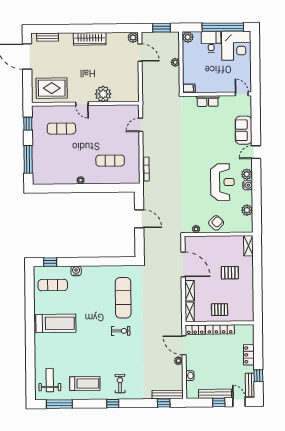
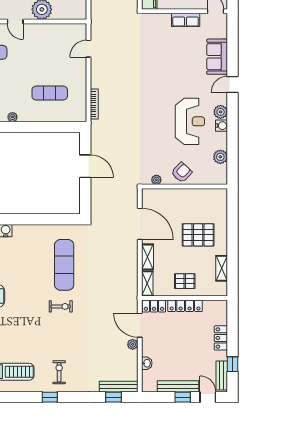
row of seats: (208, 101) -> (186, 20), moved
shelving: (248, 246) -> (222, 268), moved
pallet: (230, 273) -> (198, 235), width x1.50, depth x1.42

